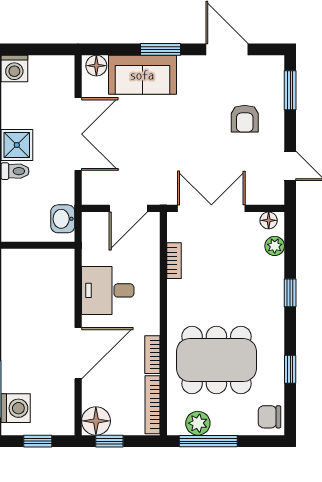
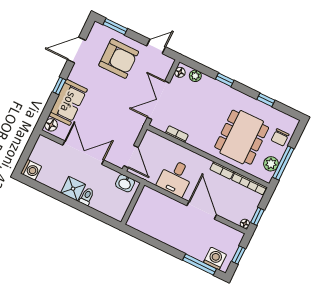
window: (161, 49) -> (59, 86), width x0.67
armchair: (245, 119) -> (119, 59), width x1.88, depth x1.88
door: (128, 208) -> (131, 157), moved
chair: (269, 417) -> (280, 137), moved
floor lamp: (96, 421) -> (245, 224), width x0.53, depth x0.53

